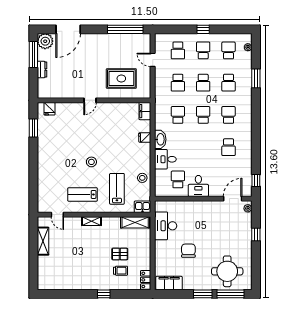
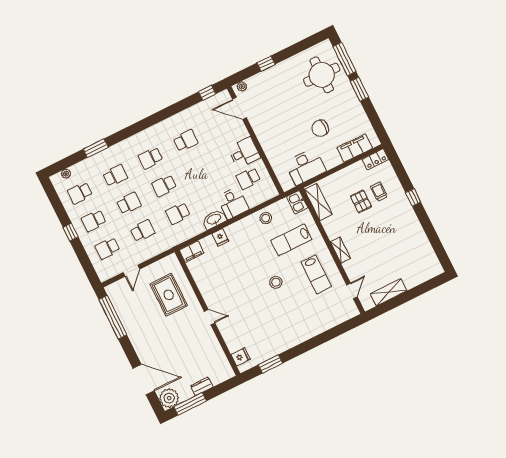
school desk: (178, 50) -> (107, 248), turned 180
filing cabinet: (169, 283) -> (355, 148), moved, turned 90

